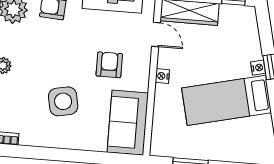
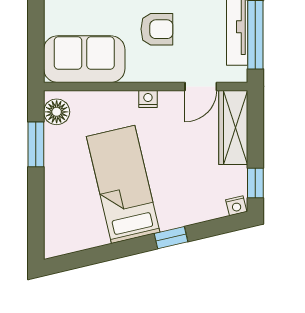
nightstand: (258, 68) -> (236, 206), moved
floor lamp: (167, 147) -> (57, 112), added

